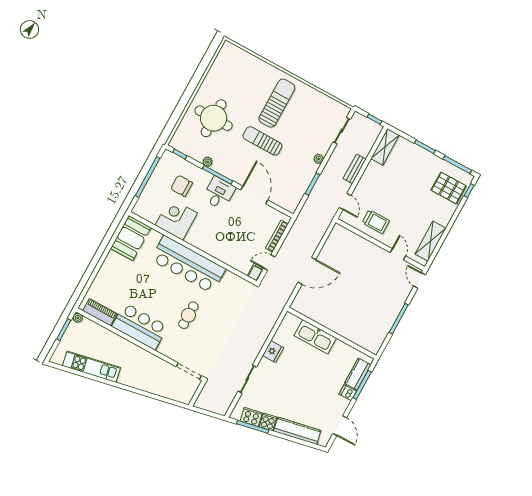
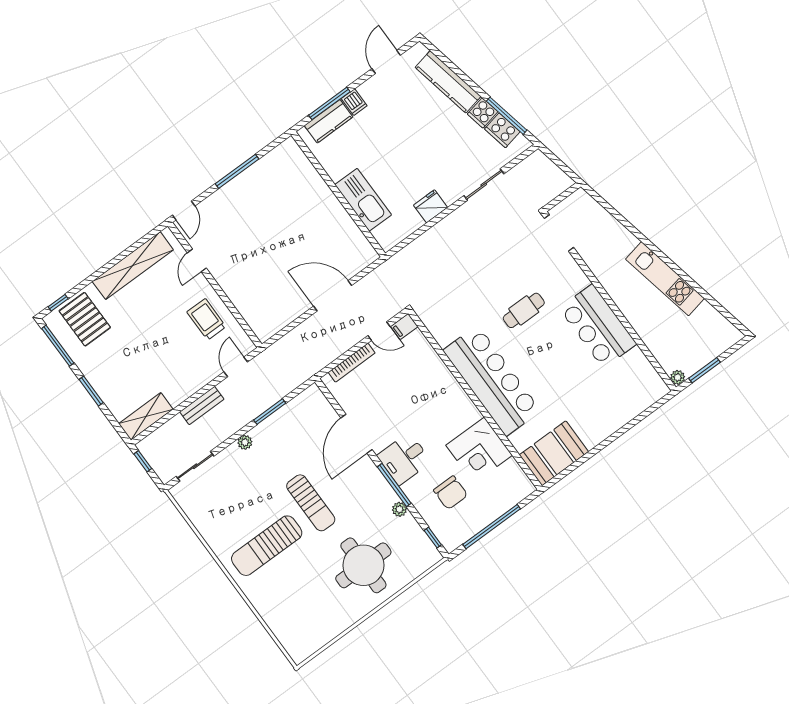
shelving: (431, 241) -> (133, 266), width x1.47
piano: (100, 312) -> (644, 371), removed
kitchen unit: (91, 367) -> (665, 279), moved

